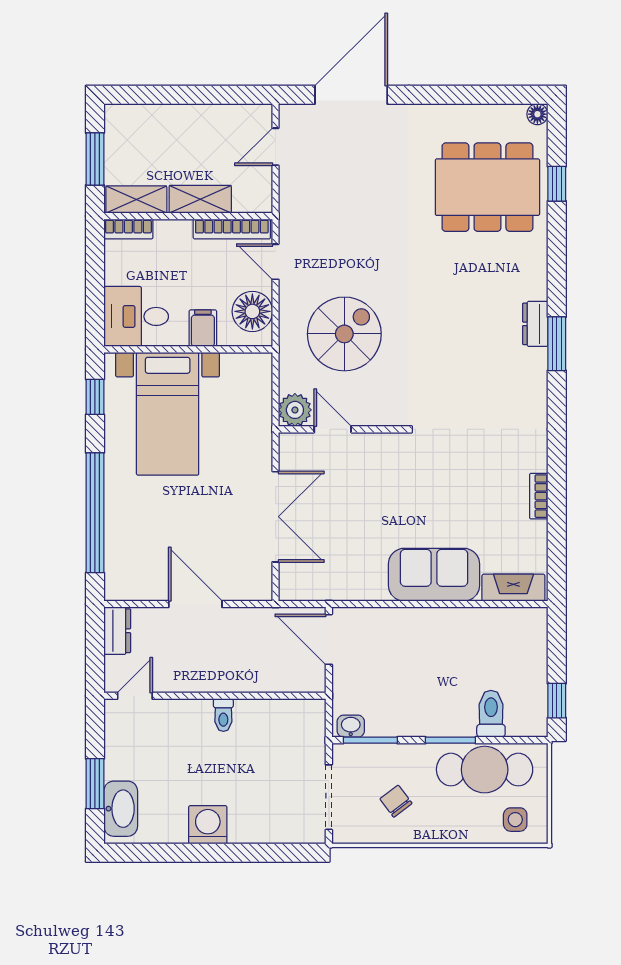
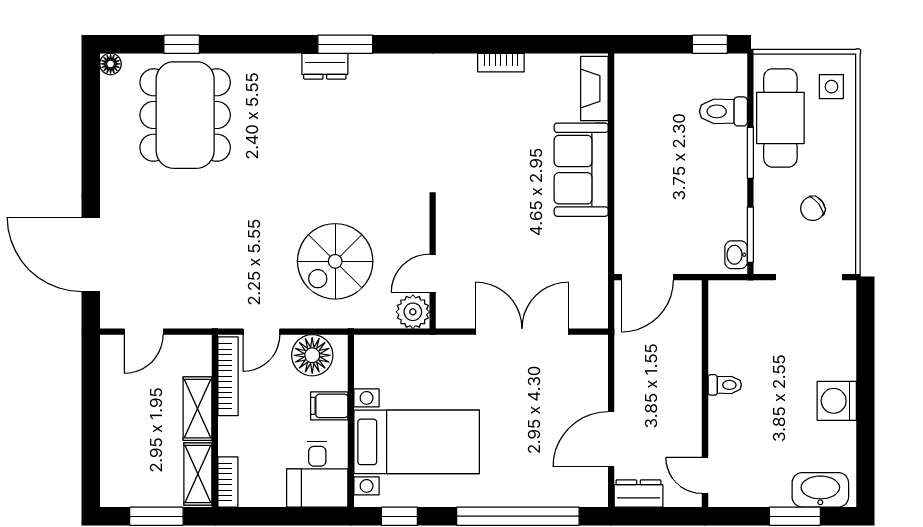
door: (276, 147) -> (144, 332), hinge flipped
spiral stairs: (344, 334) -> (335, 261), turned -90
door: (195, 604) -> (611, 439), moved

